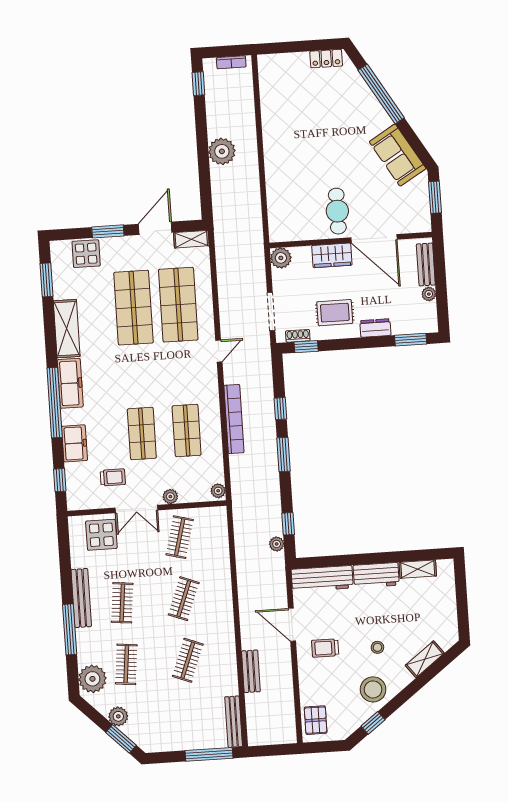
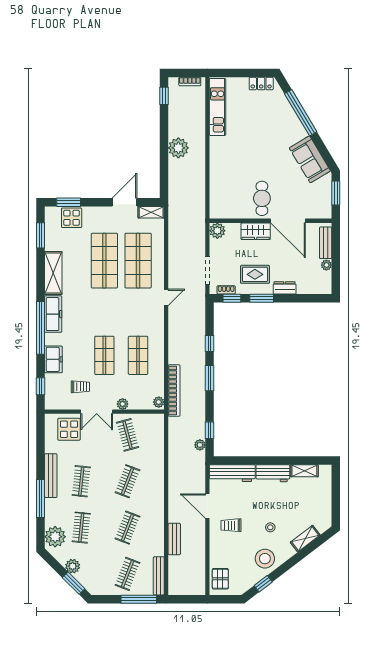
kitchen unit: (270, 94) -> (218, 107), added
window: (108, 231) -> (69, 202), moved
window: (411, 340) -> (262, 298), moved
bookcase: (234, 419) -> (174, 391), moved
clothes rail: (180, 537) -> (128, 435), turned -30
clothes rail: (192, 722) -> (128, 574), added

